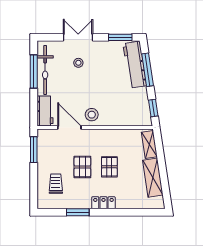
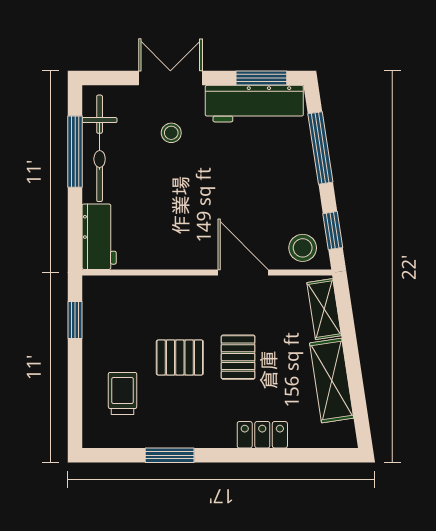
workbench: (135, 65) -> (254, 104), moved, turned -81
stool: (92, 115) -> (303, 248), moved
door: (69, 128) -> (243, 272), moved
window: (34, 150) -> (75, 320), width x0.67
pallet: (82, 167) -> (180, 357), turned 90
locker: (103, 203) -> (262, 435), moved

